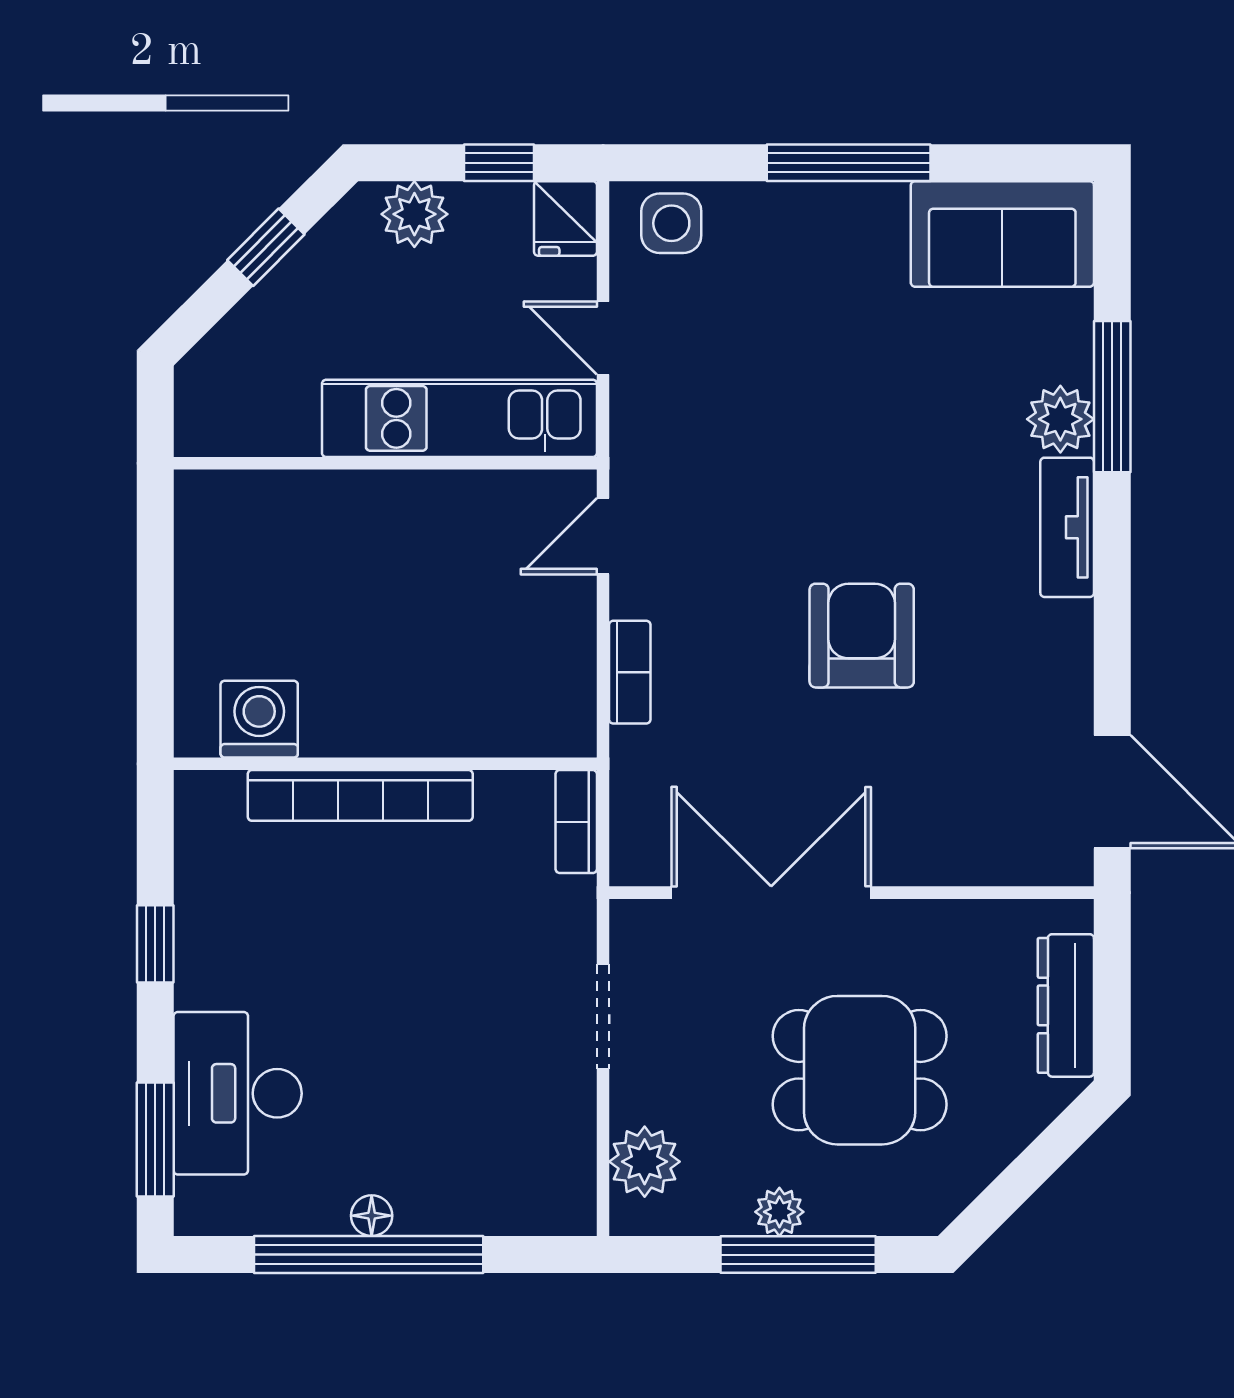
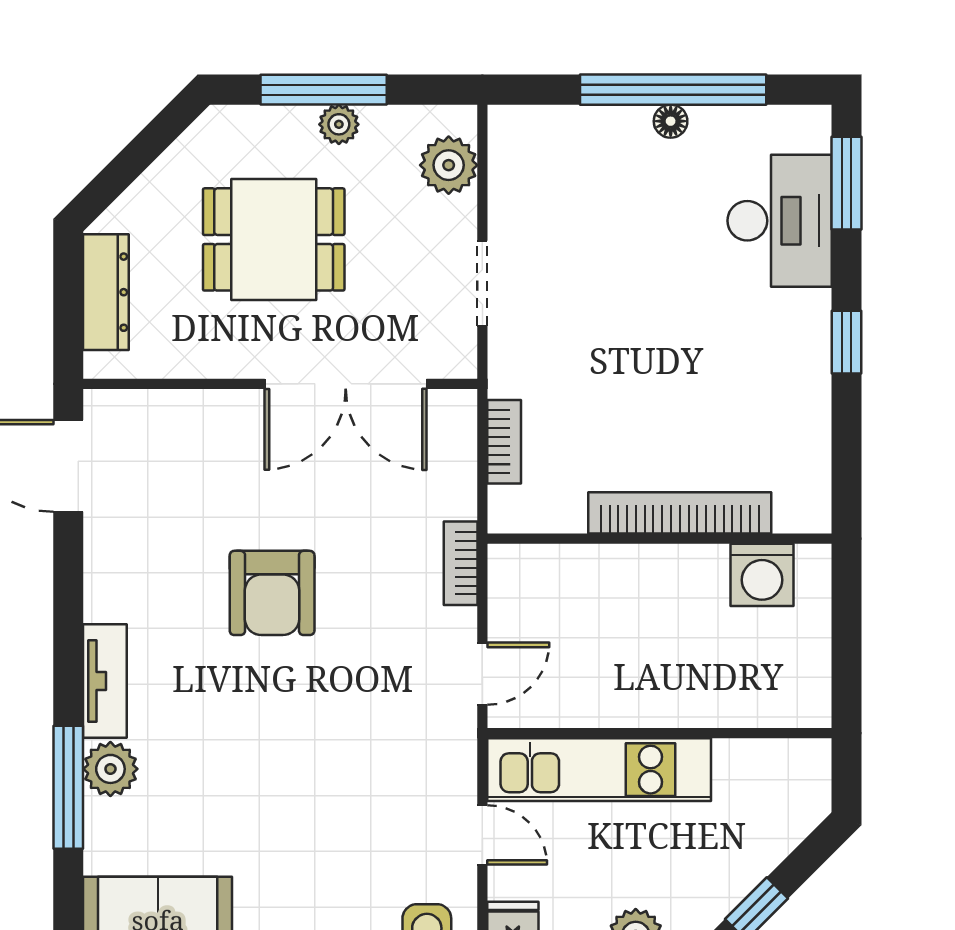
washing machine: (259, 719) -> (762, 575), moved
wall: (385, 764) -> (659, 539), moved
bookcase: (360, 795) -> (680, 513), moved

